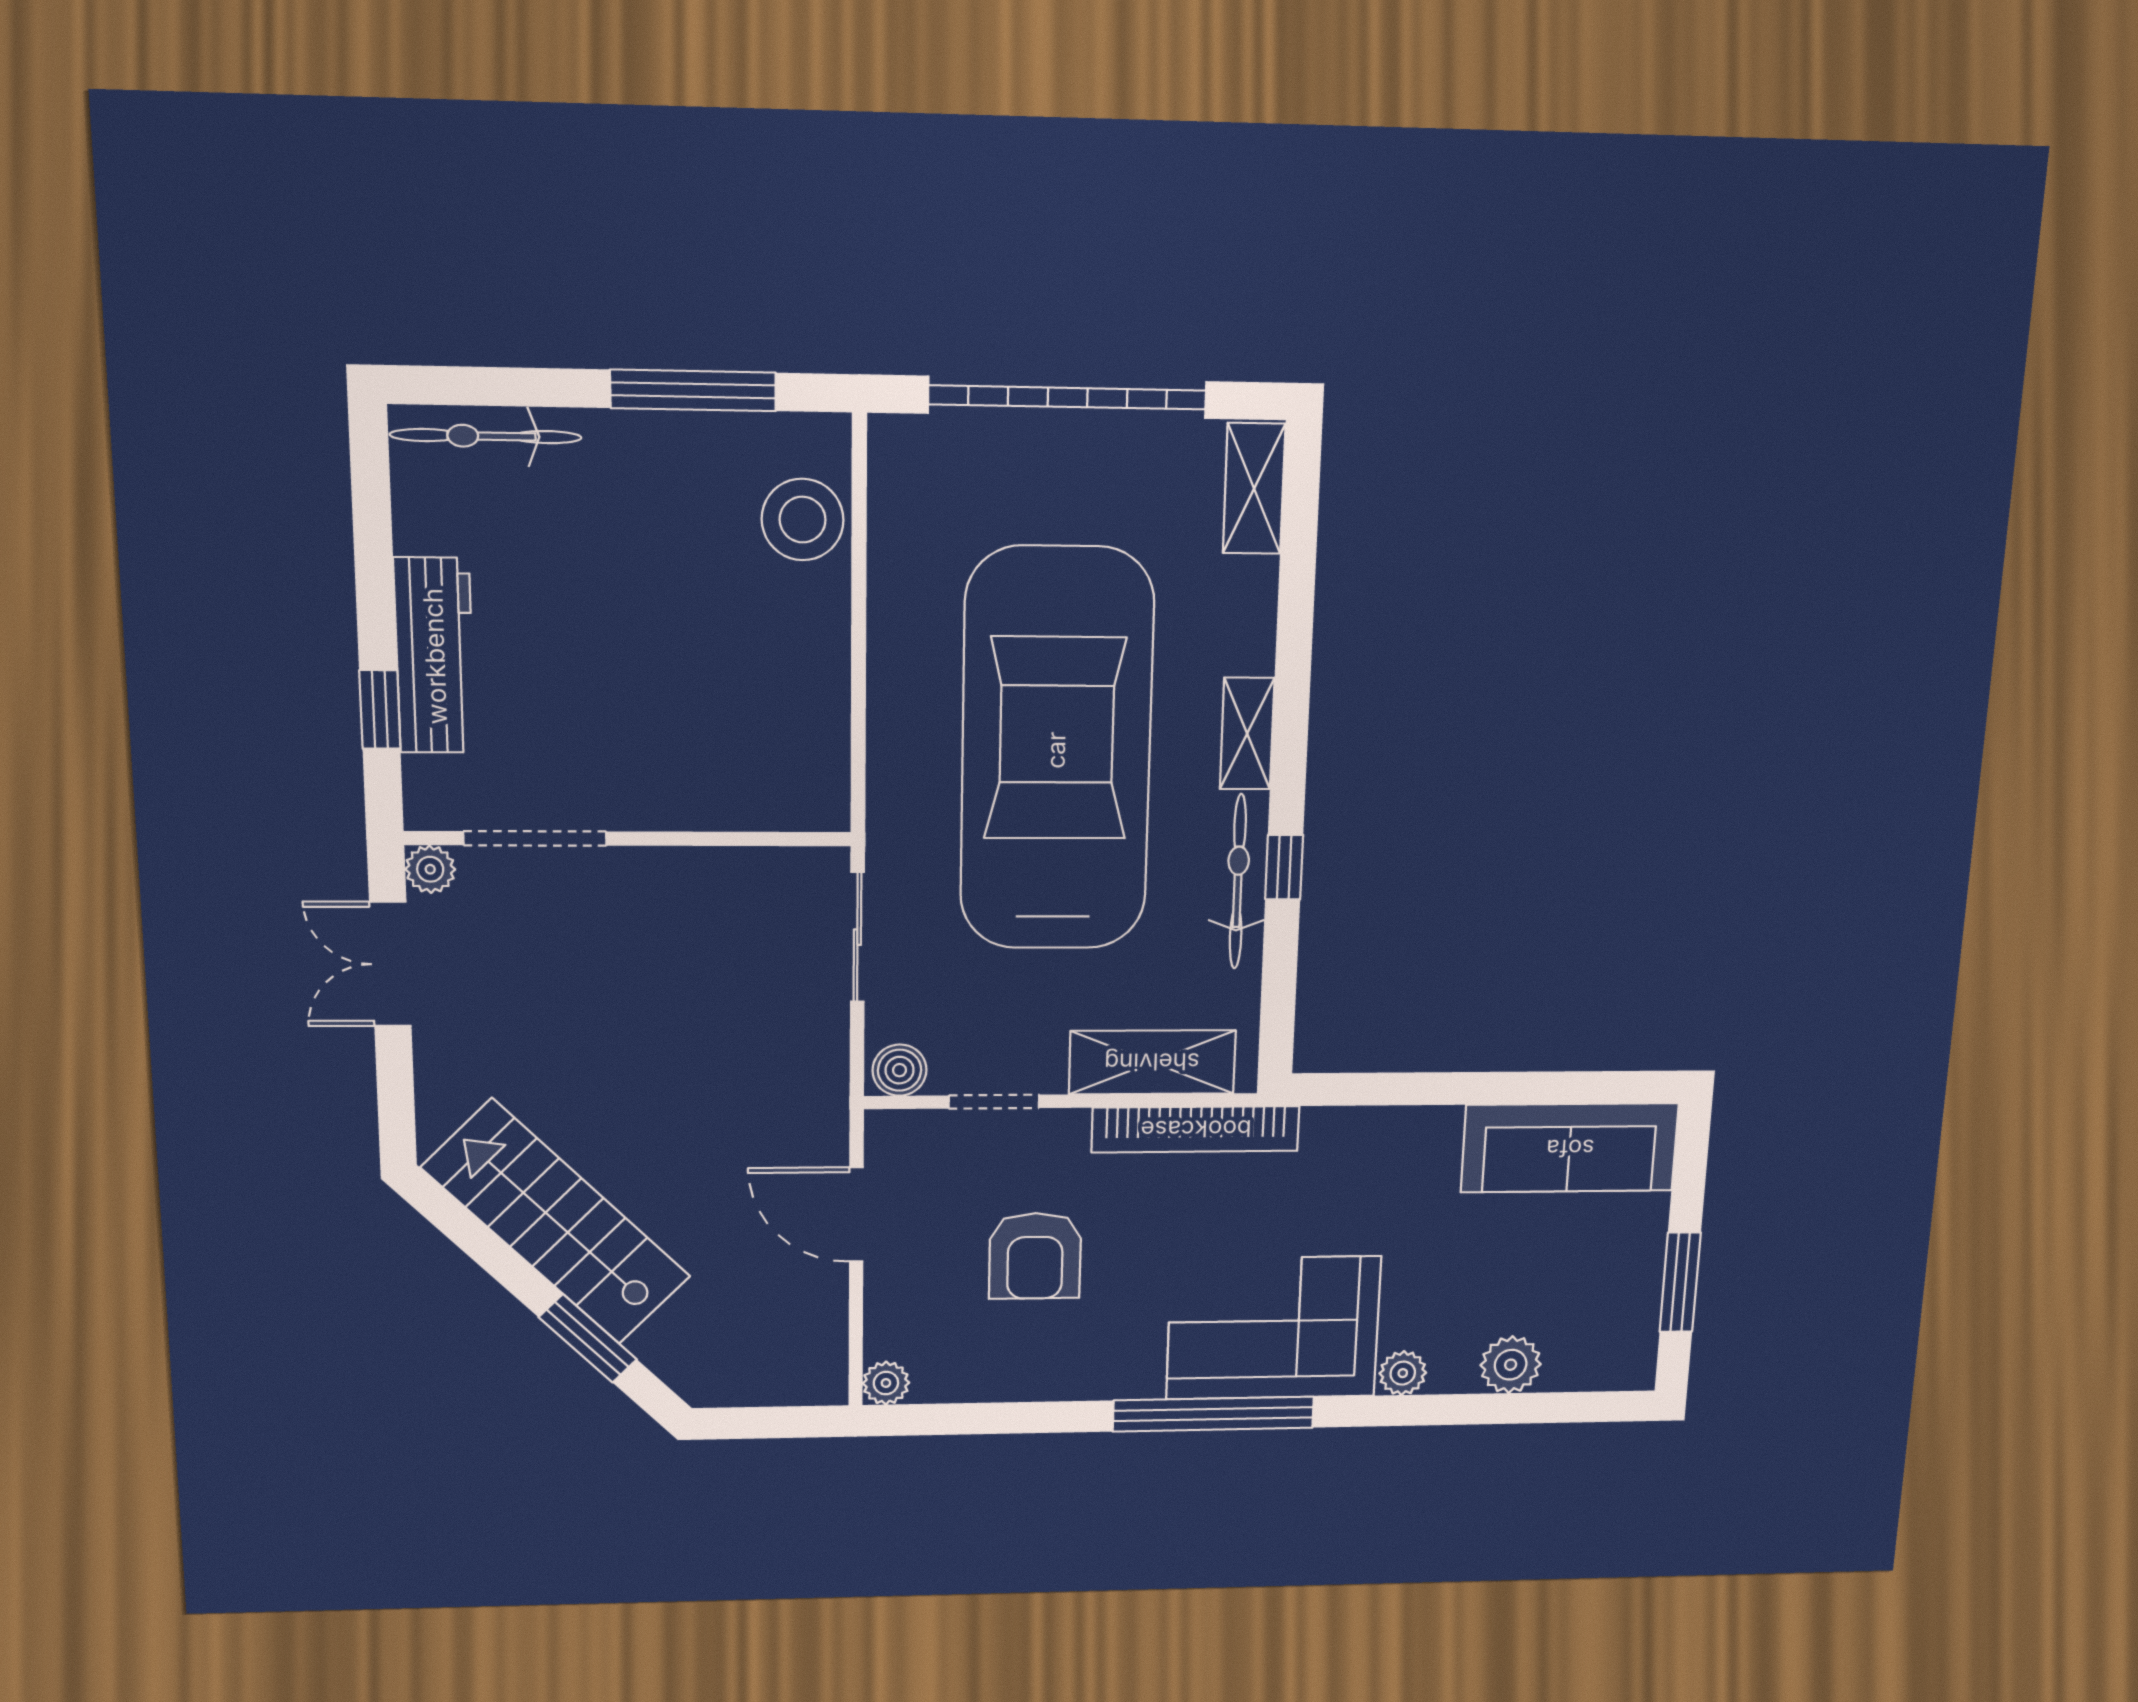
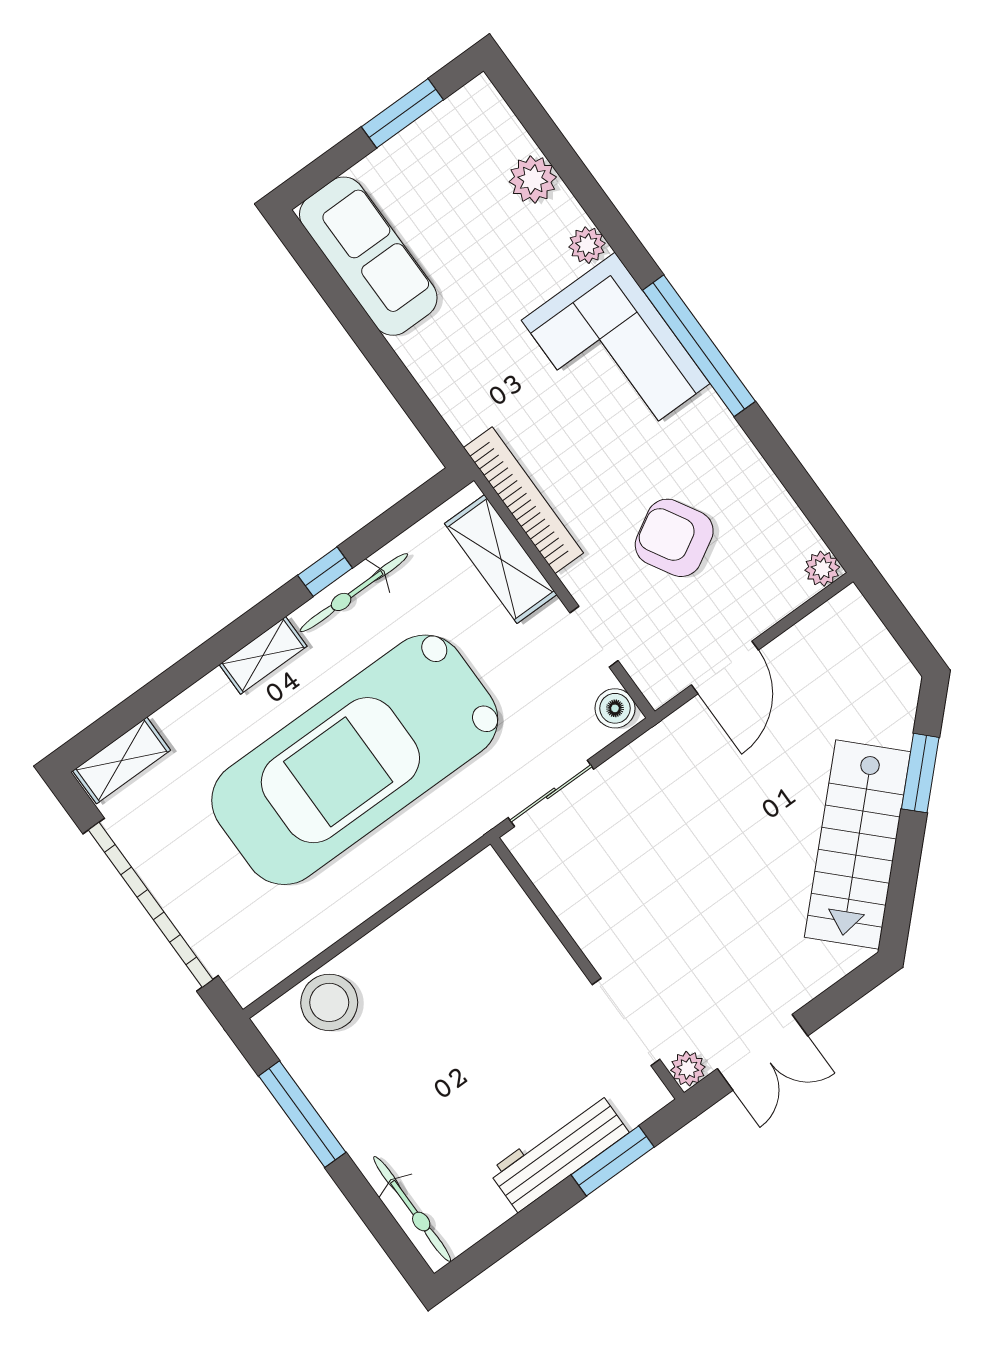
window: (380, 710) -> (613, 1161), width x1.50
armchair: (1035, 1256) -> (674, 538), turned -120

